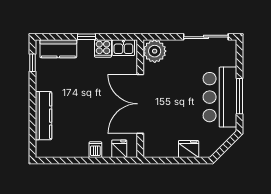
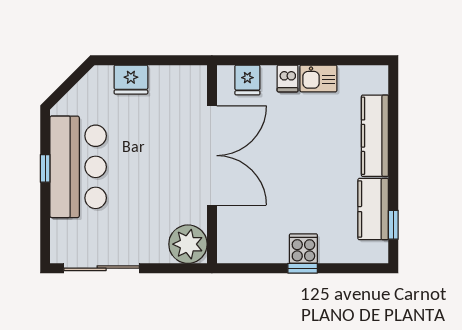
kitchen sink: (123, 48) -> (318, 78), moved, turned 180
kitchen counter: (58, 49) -> (373, 209), moved, turned -90
cooker: (103, 49) -> (303, 249), moved
window: (240, 96) -> (45, 168), width x0.46

